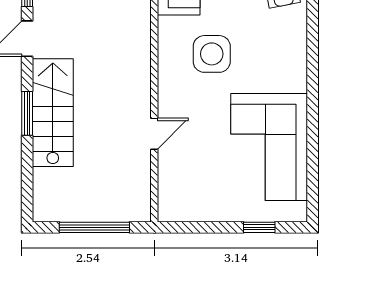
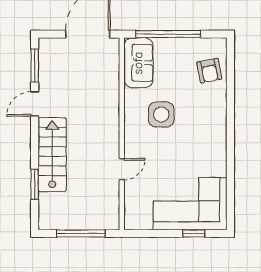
window: (27, 113) -> (35, 184), moved
corner sofa: (269, 147) -> (190, 204), moved, turned 90

